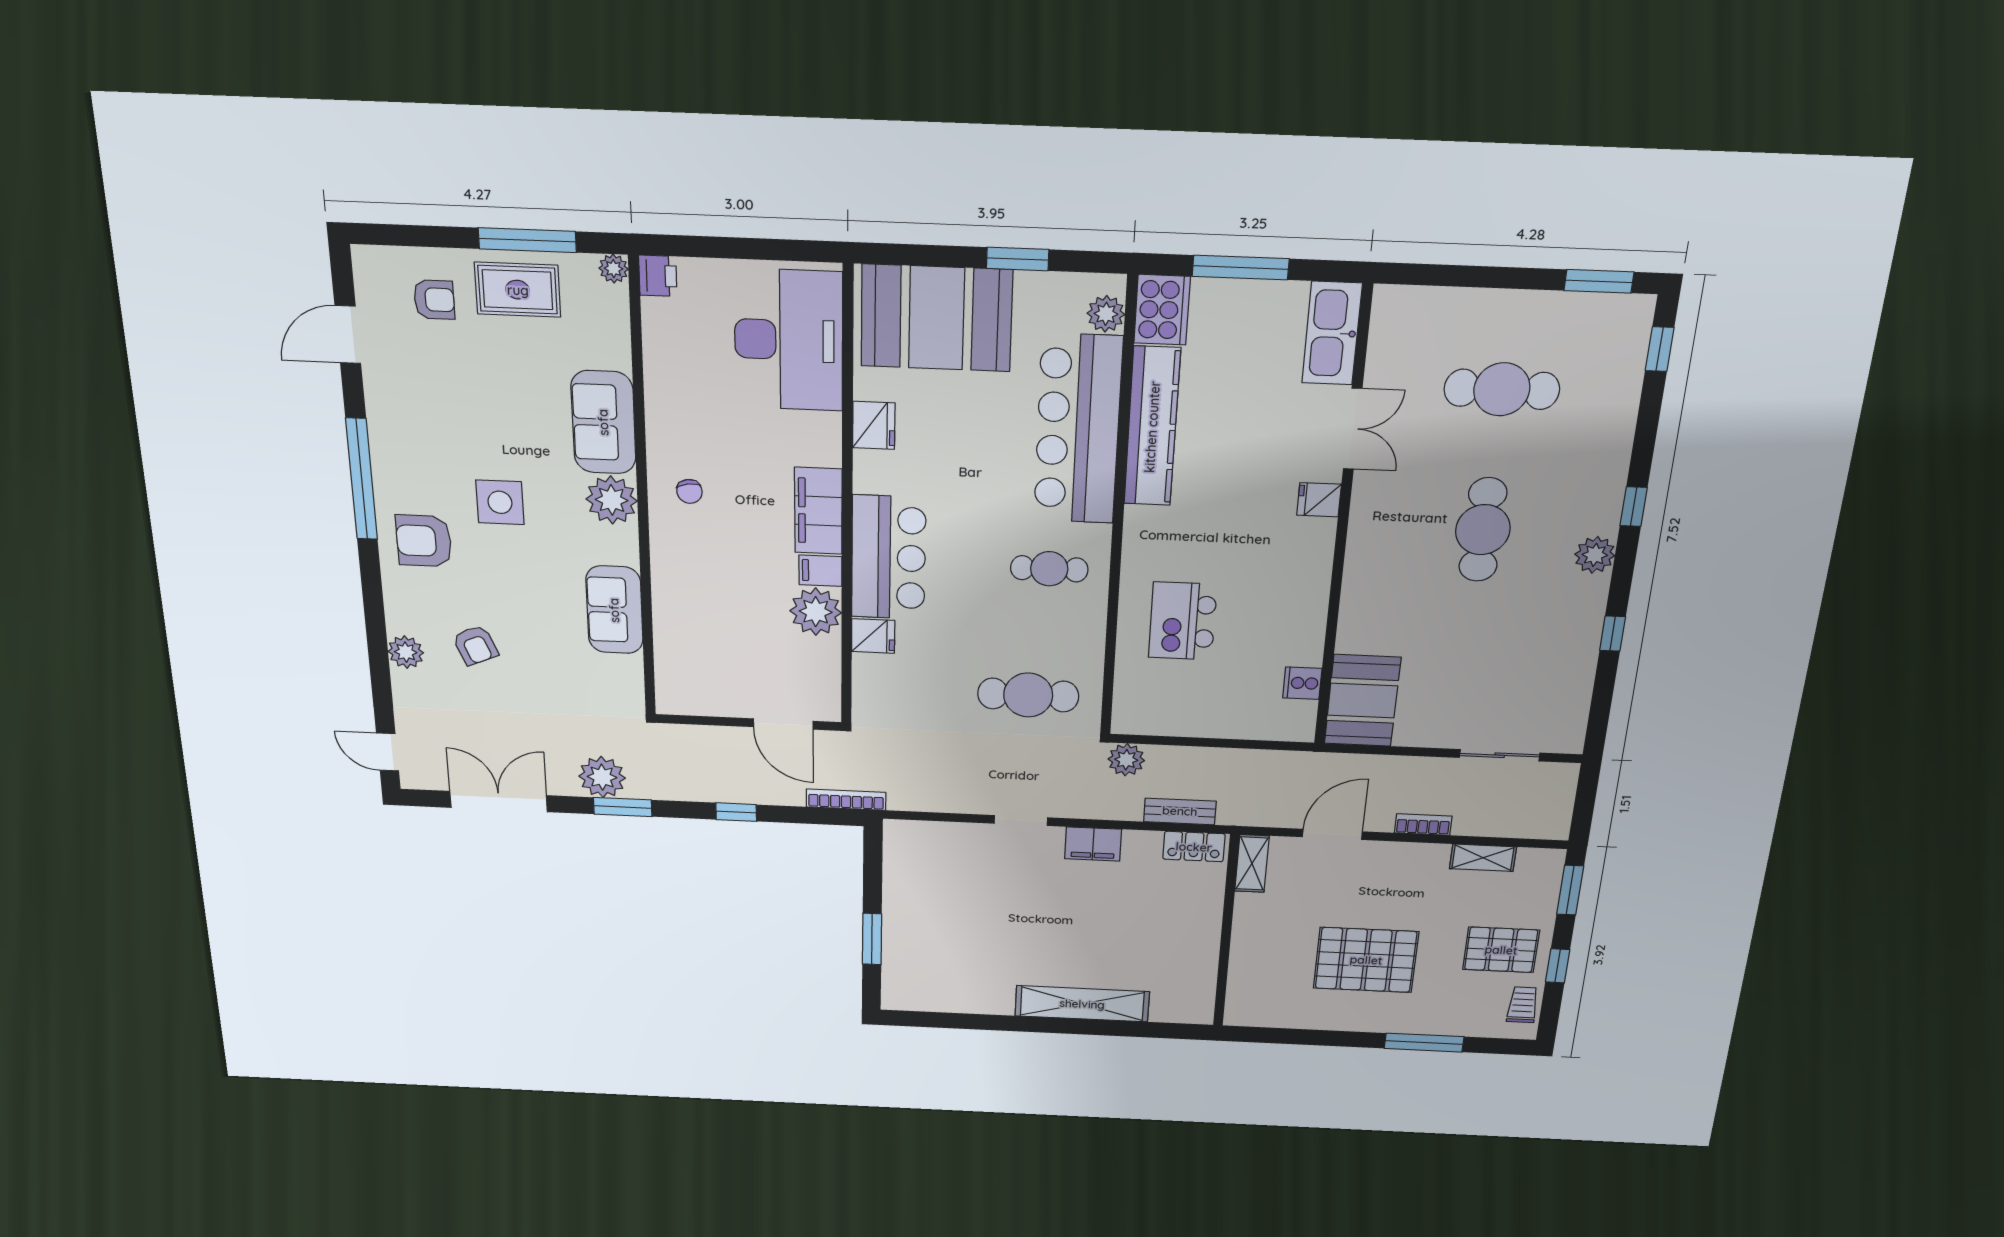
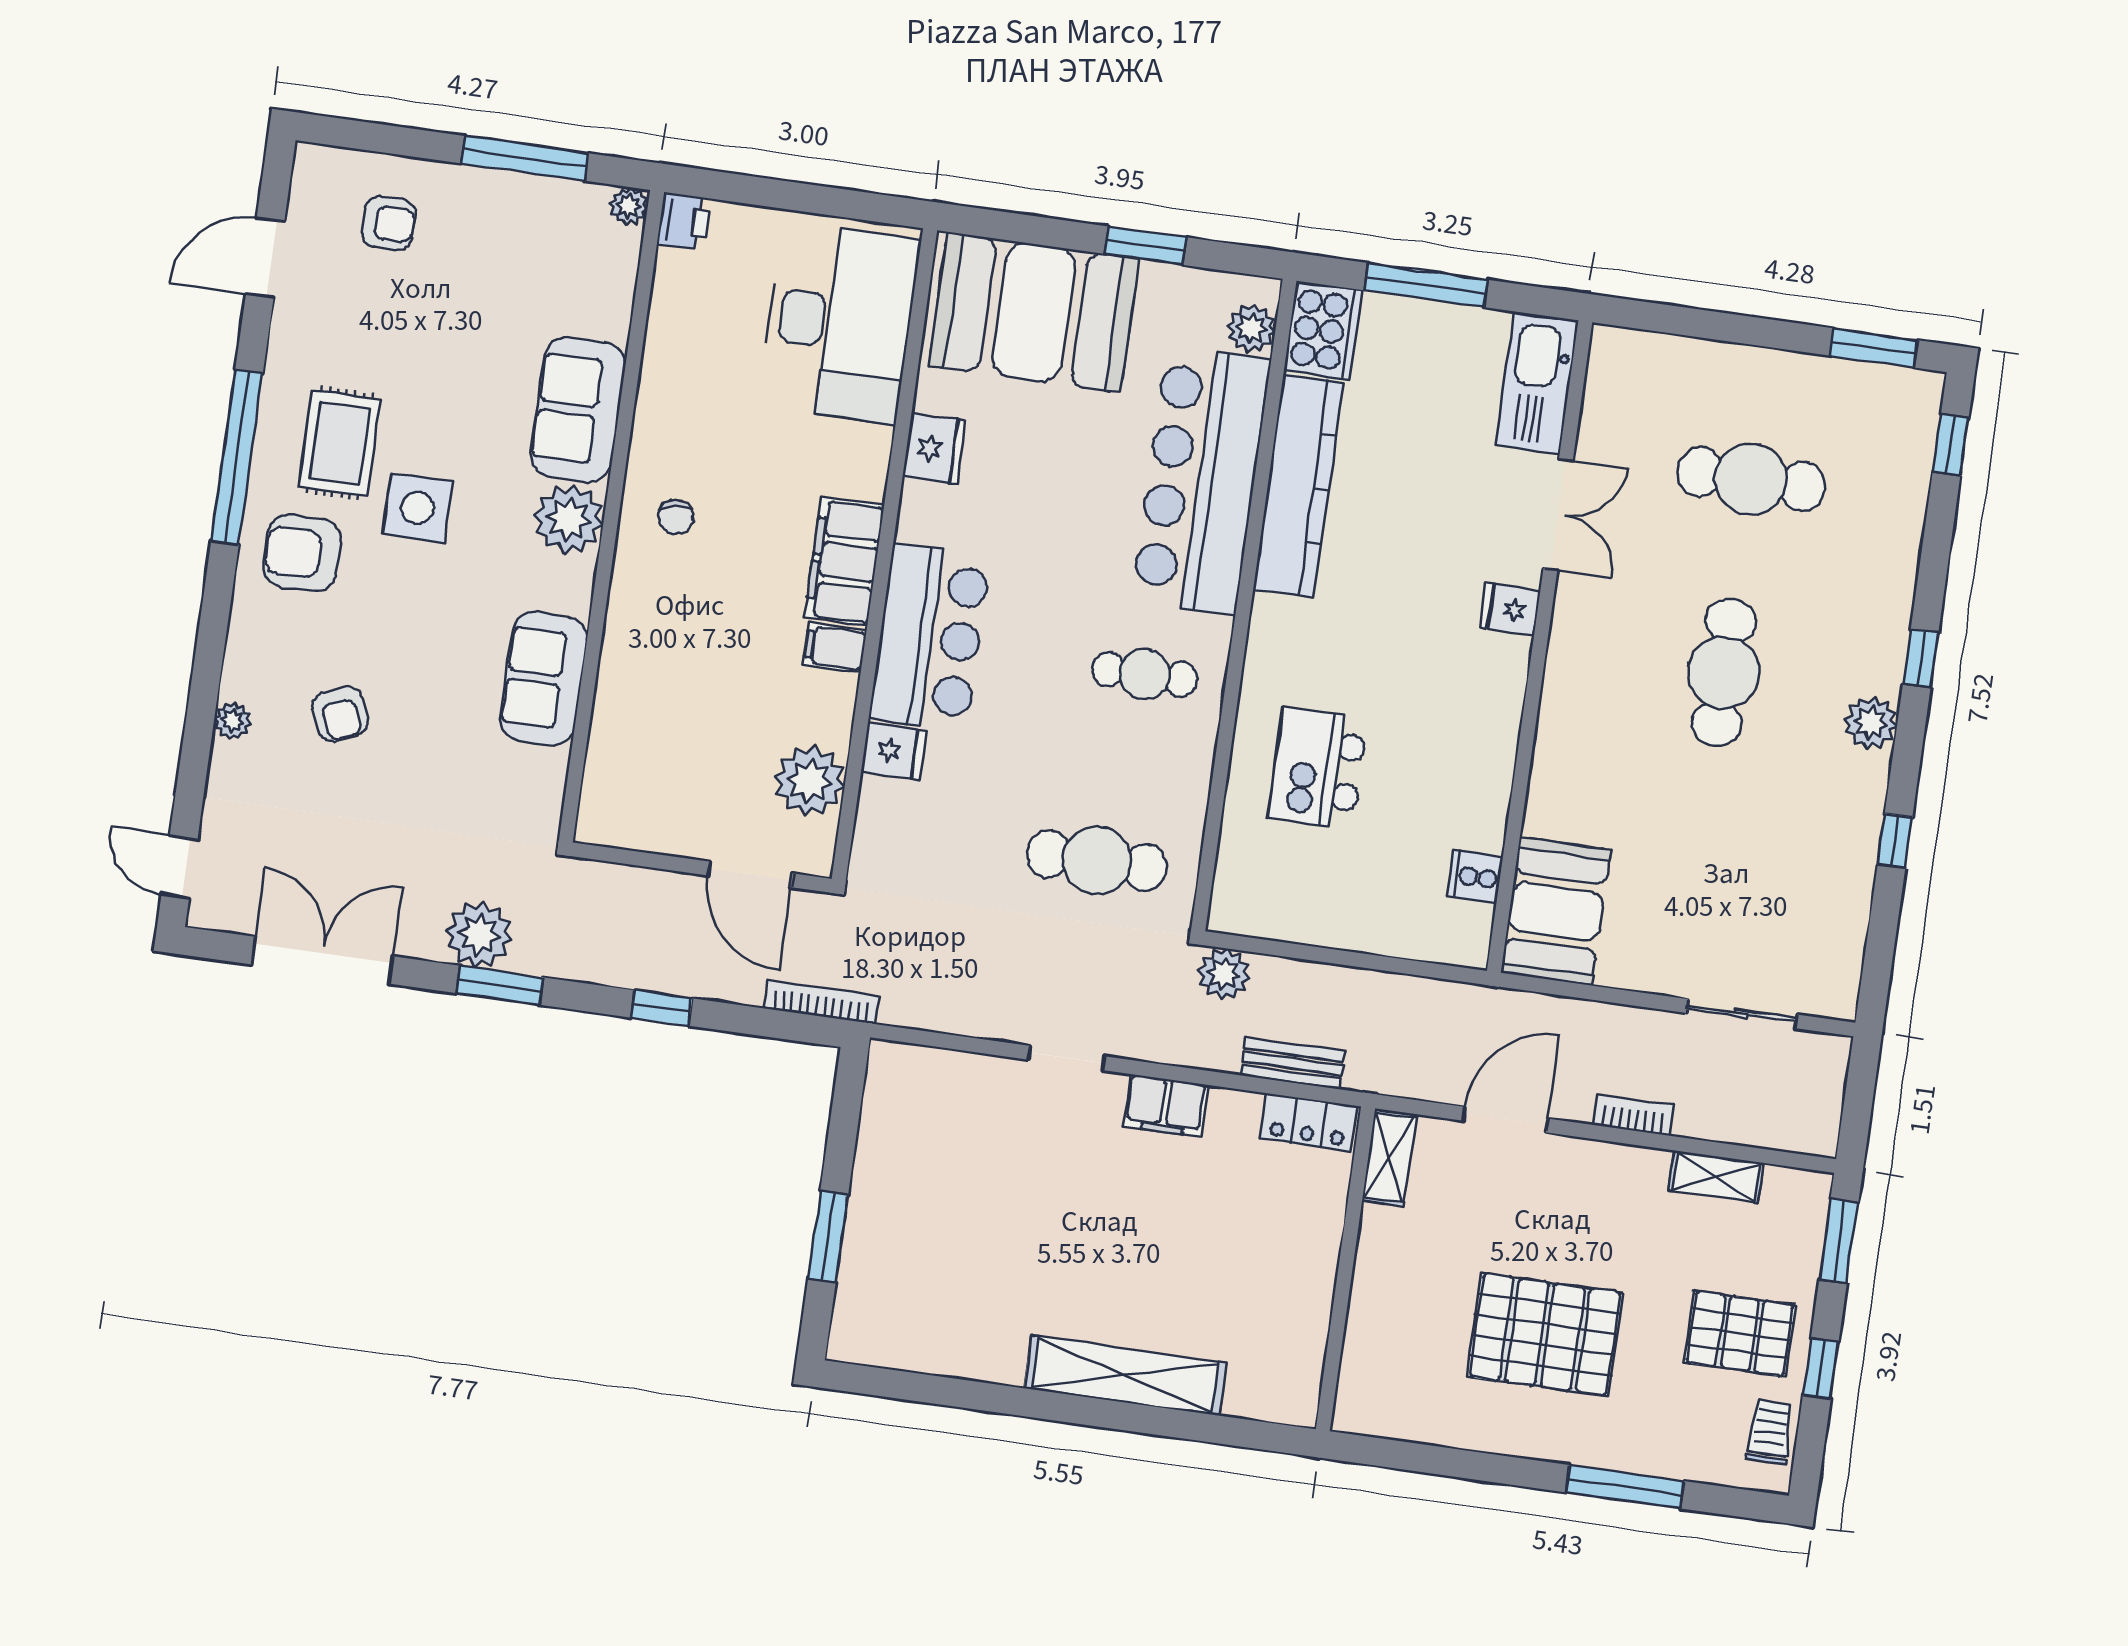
rug: (518, 290) -> (340, 443), moved, turned 90
plant: (816, 612) -> (810, 781), moved
plant: (406, 652) -> (232, 721), width x0.73, depth x0.73

